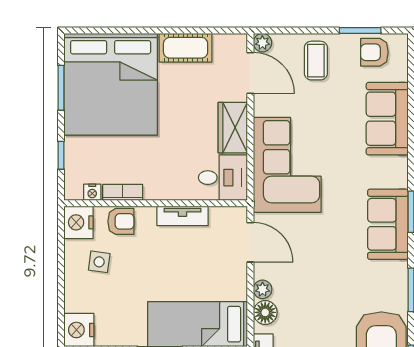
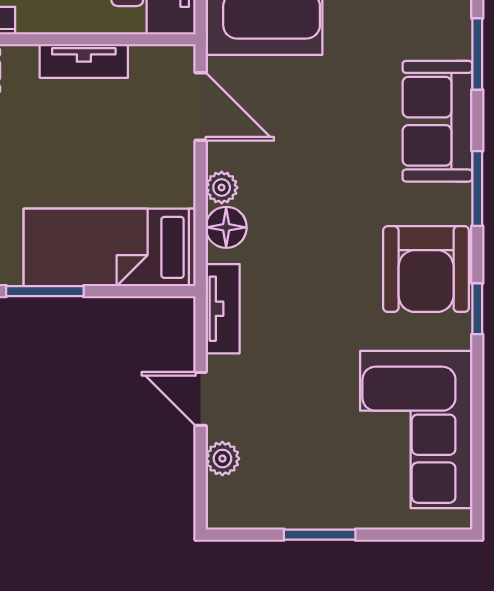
sofa: (388, 224) -> (437, 121), moved

